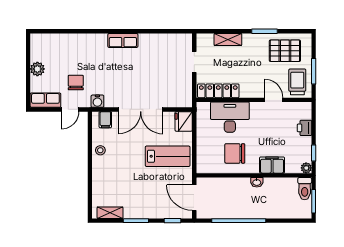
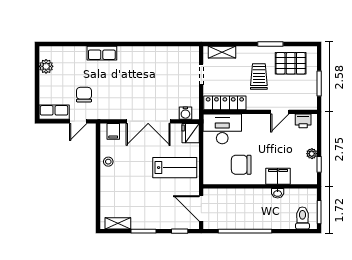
shelving: (228, 39) -> (222, 52), moved
row of seats: (123, 40) -> (102, 53), moved
plant: (37, 69) -> (46, 66), moved
trolley: (297, 82) -> (259, 76), moved
door: (274, 100) -> (280, 112), swing flipped
water cooler: (97, 101) -> (185, 113), moved
desk: (230, 117) -> (222, 129), moved
printer: (304, 128) -> (303, 121), moved, turned -90
plant: (306, 168) -> (312, 154), moved
washbasin: (257, 182) -> (278, 193), moved
toilet: (305, 189) -> (302, 218), moved, turned 180

